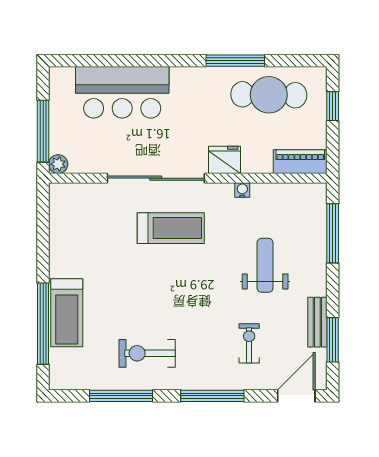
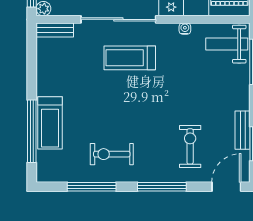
bench: (73, 192) -> (55, 30), added
treadmill: (171, 228) -> (130, 58), turned 180
weight bench: (265, 265) -> (227, 44), moved, turned -90
exercise bike: (249, 343) -> (190, 146), width x1.38, depth x1.39

